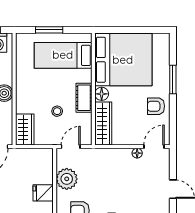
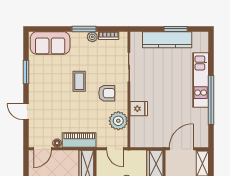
door: (71, 147) -> (115, 149), hinge flipped
piano: (112, 157) -> (79, 140), added

